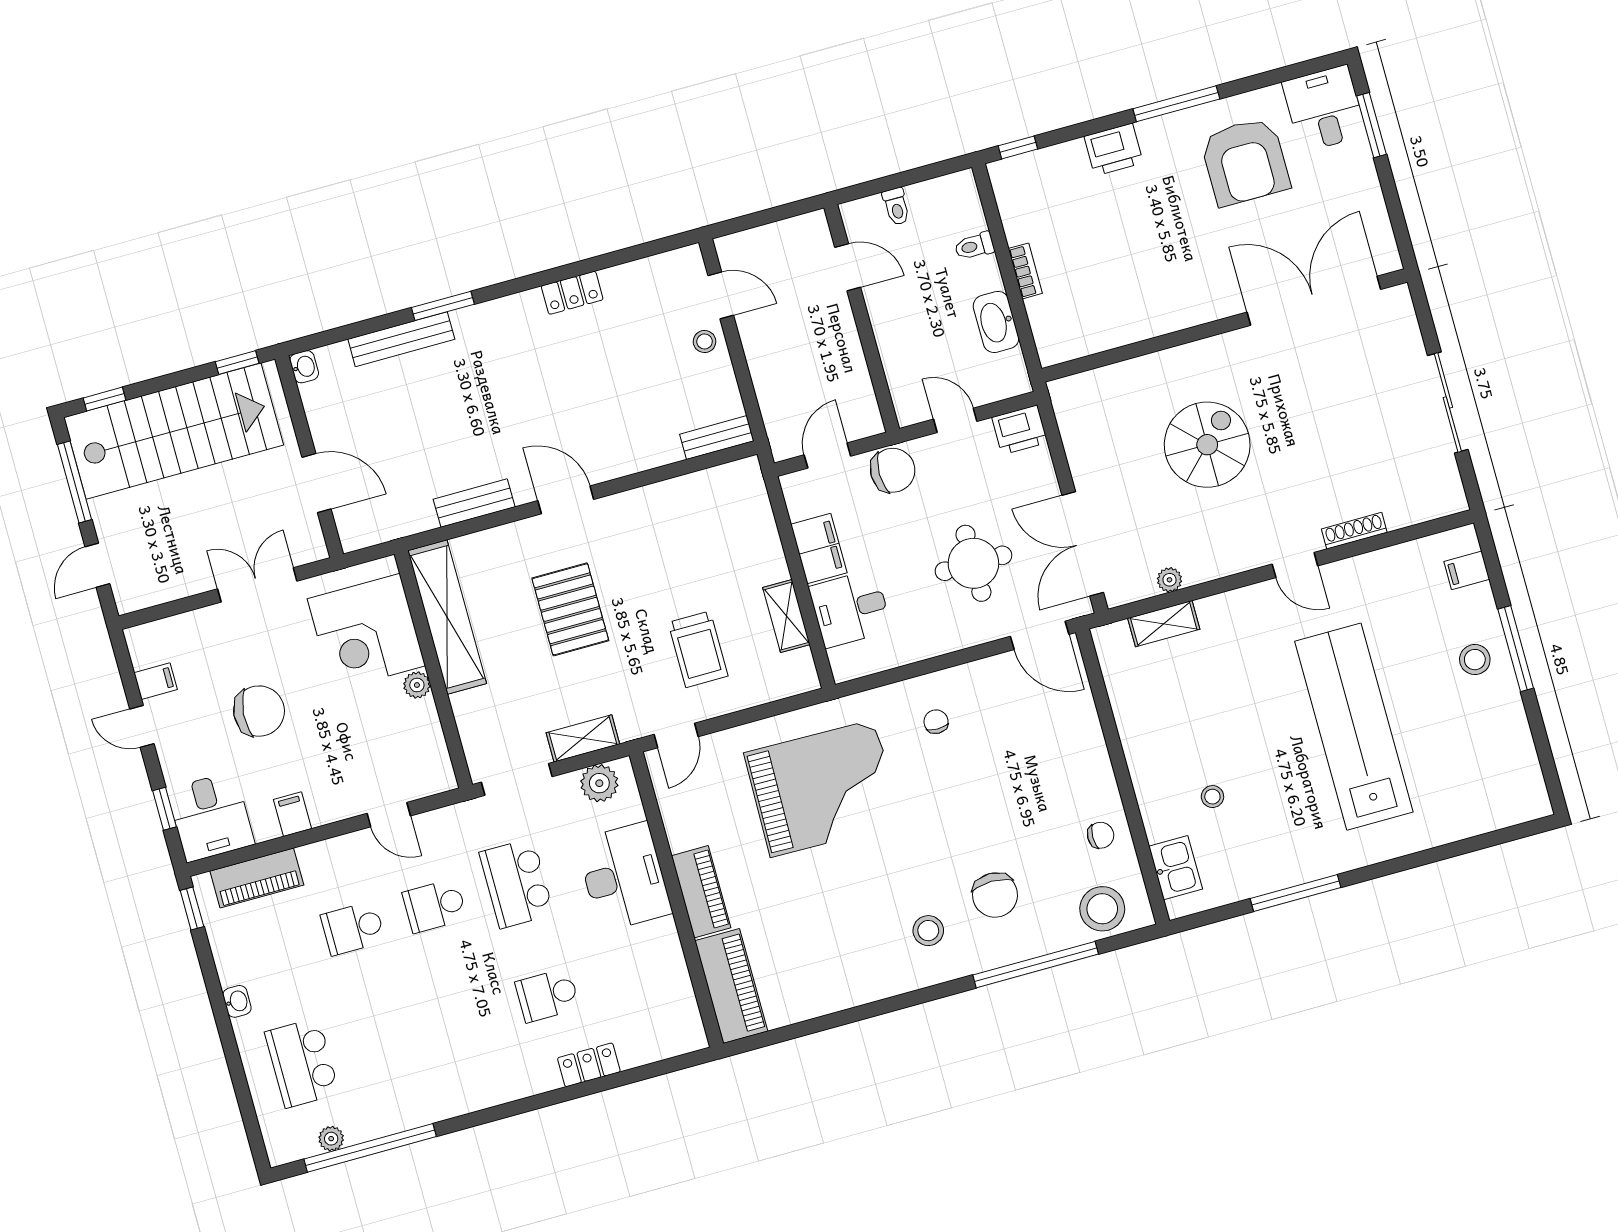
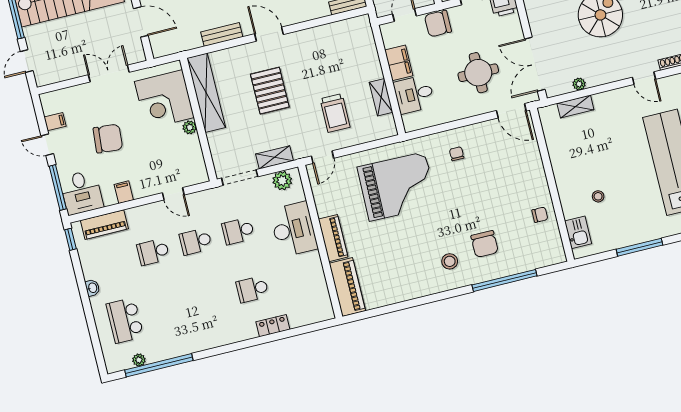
chair: (893, 470) -> (438, 24), turned 180
window: (164, 809) -> (58, 188), width x2.17
school desk: (516, 883) -> (238, 231), width x0.54
stool: (1102, 909) -> (540, 253), removed

